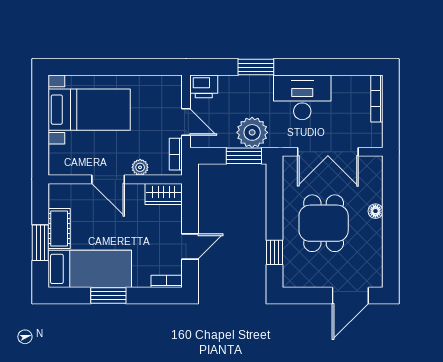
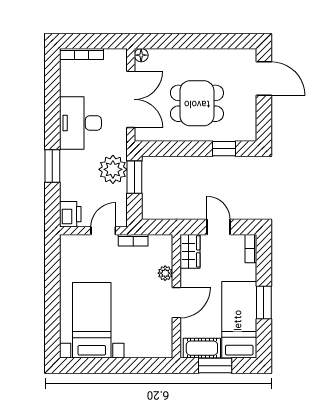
plant: (140, 167) -> (165, 273), moved
door: (108, 179) -> (176, 303), moved
wall: (115, 179) -> (176, 296), moved
wardrobe: (164, 194) -> (190, 251), moved
floor lamp: (375, 211) -> (141, 55), moved

